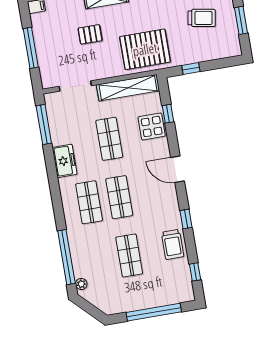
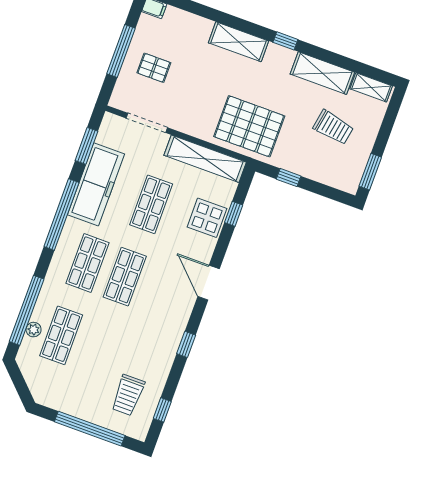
window: (241, 20) -> (370, 172), moved
pallet: (90, 34) -> (154, 68), moved
window: (44, 124) -> (86, 146), width x0.69
freezer: (65, 161) -> (96, 184), width x1.91, depth x1.26
window: (53, 180) -> (61, 215), added
trolley: (173, 244) -> (128, 395), moved
shop shelf: (129, 255) -> (61, 335), moved
plant: (81, 284) -> (34, 330), moved

